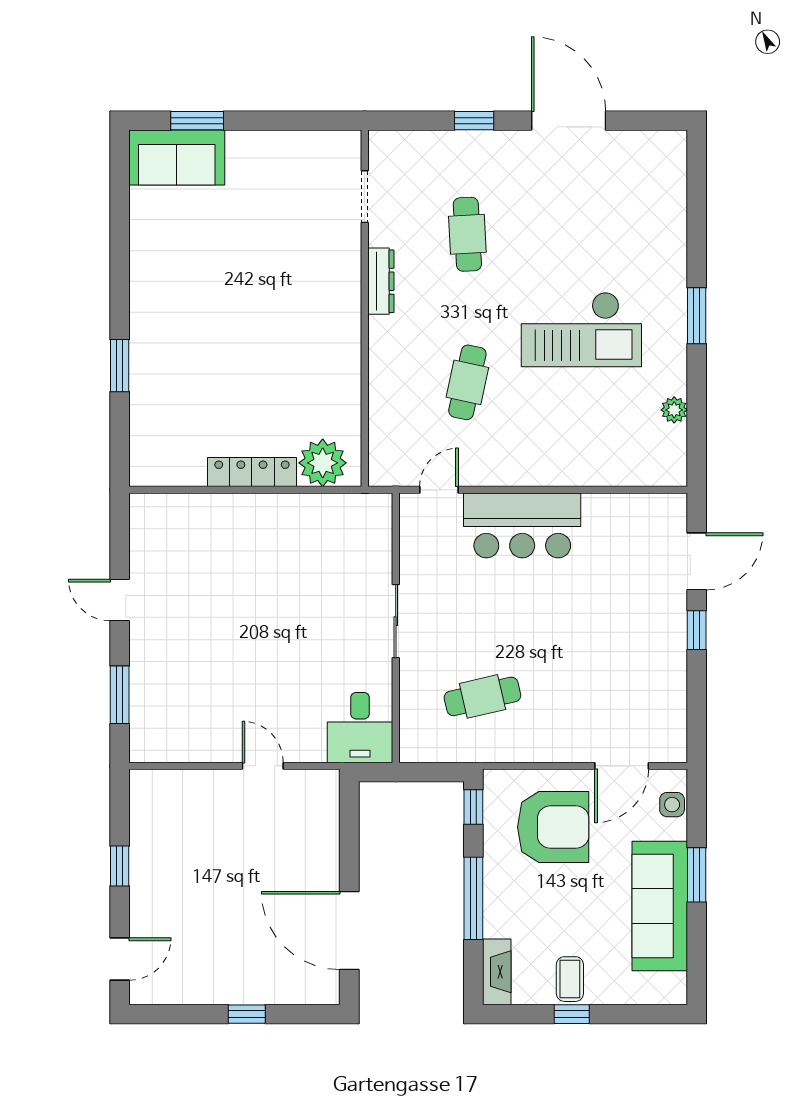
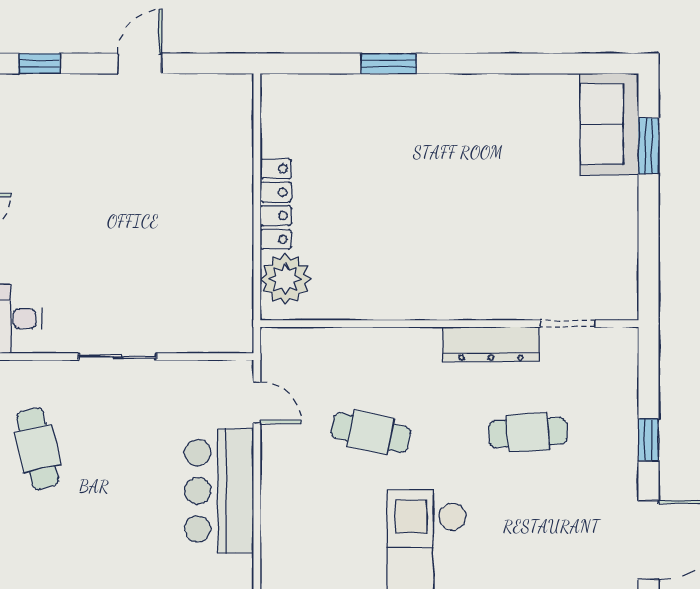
dresser: (381, 281) -> (491, 344), width x1.37, depth x1.24
window: (120, 695) -> (39, 64), width x0.67

